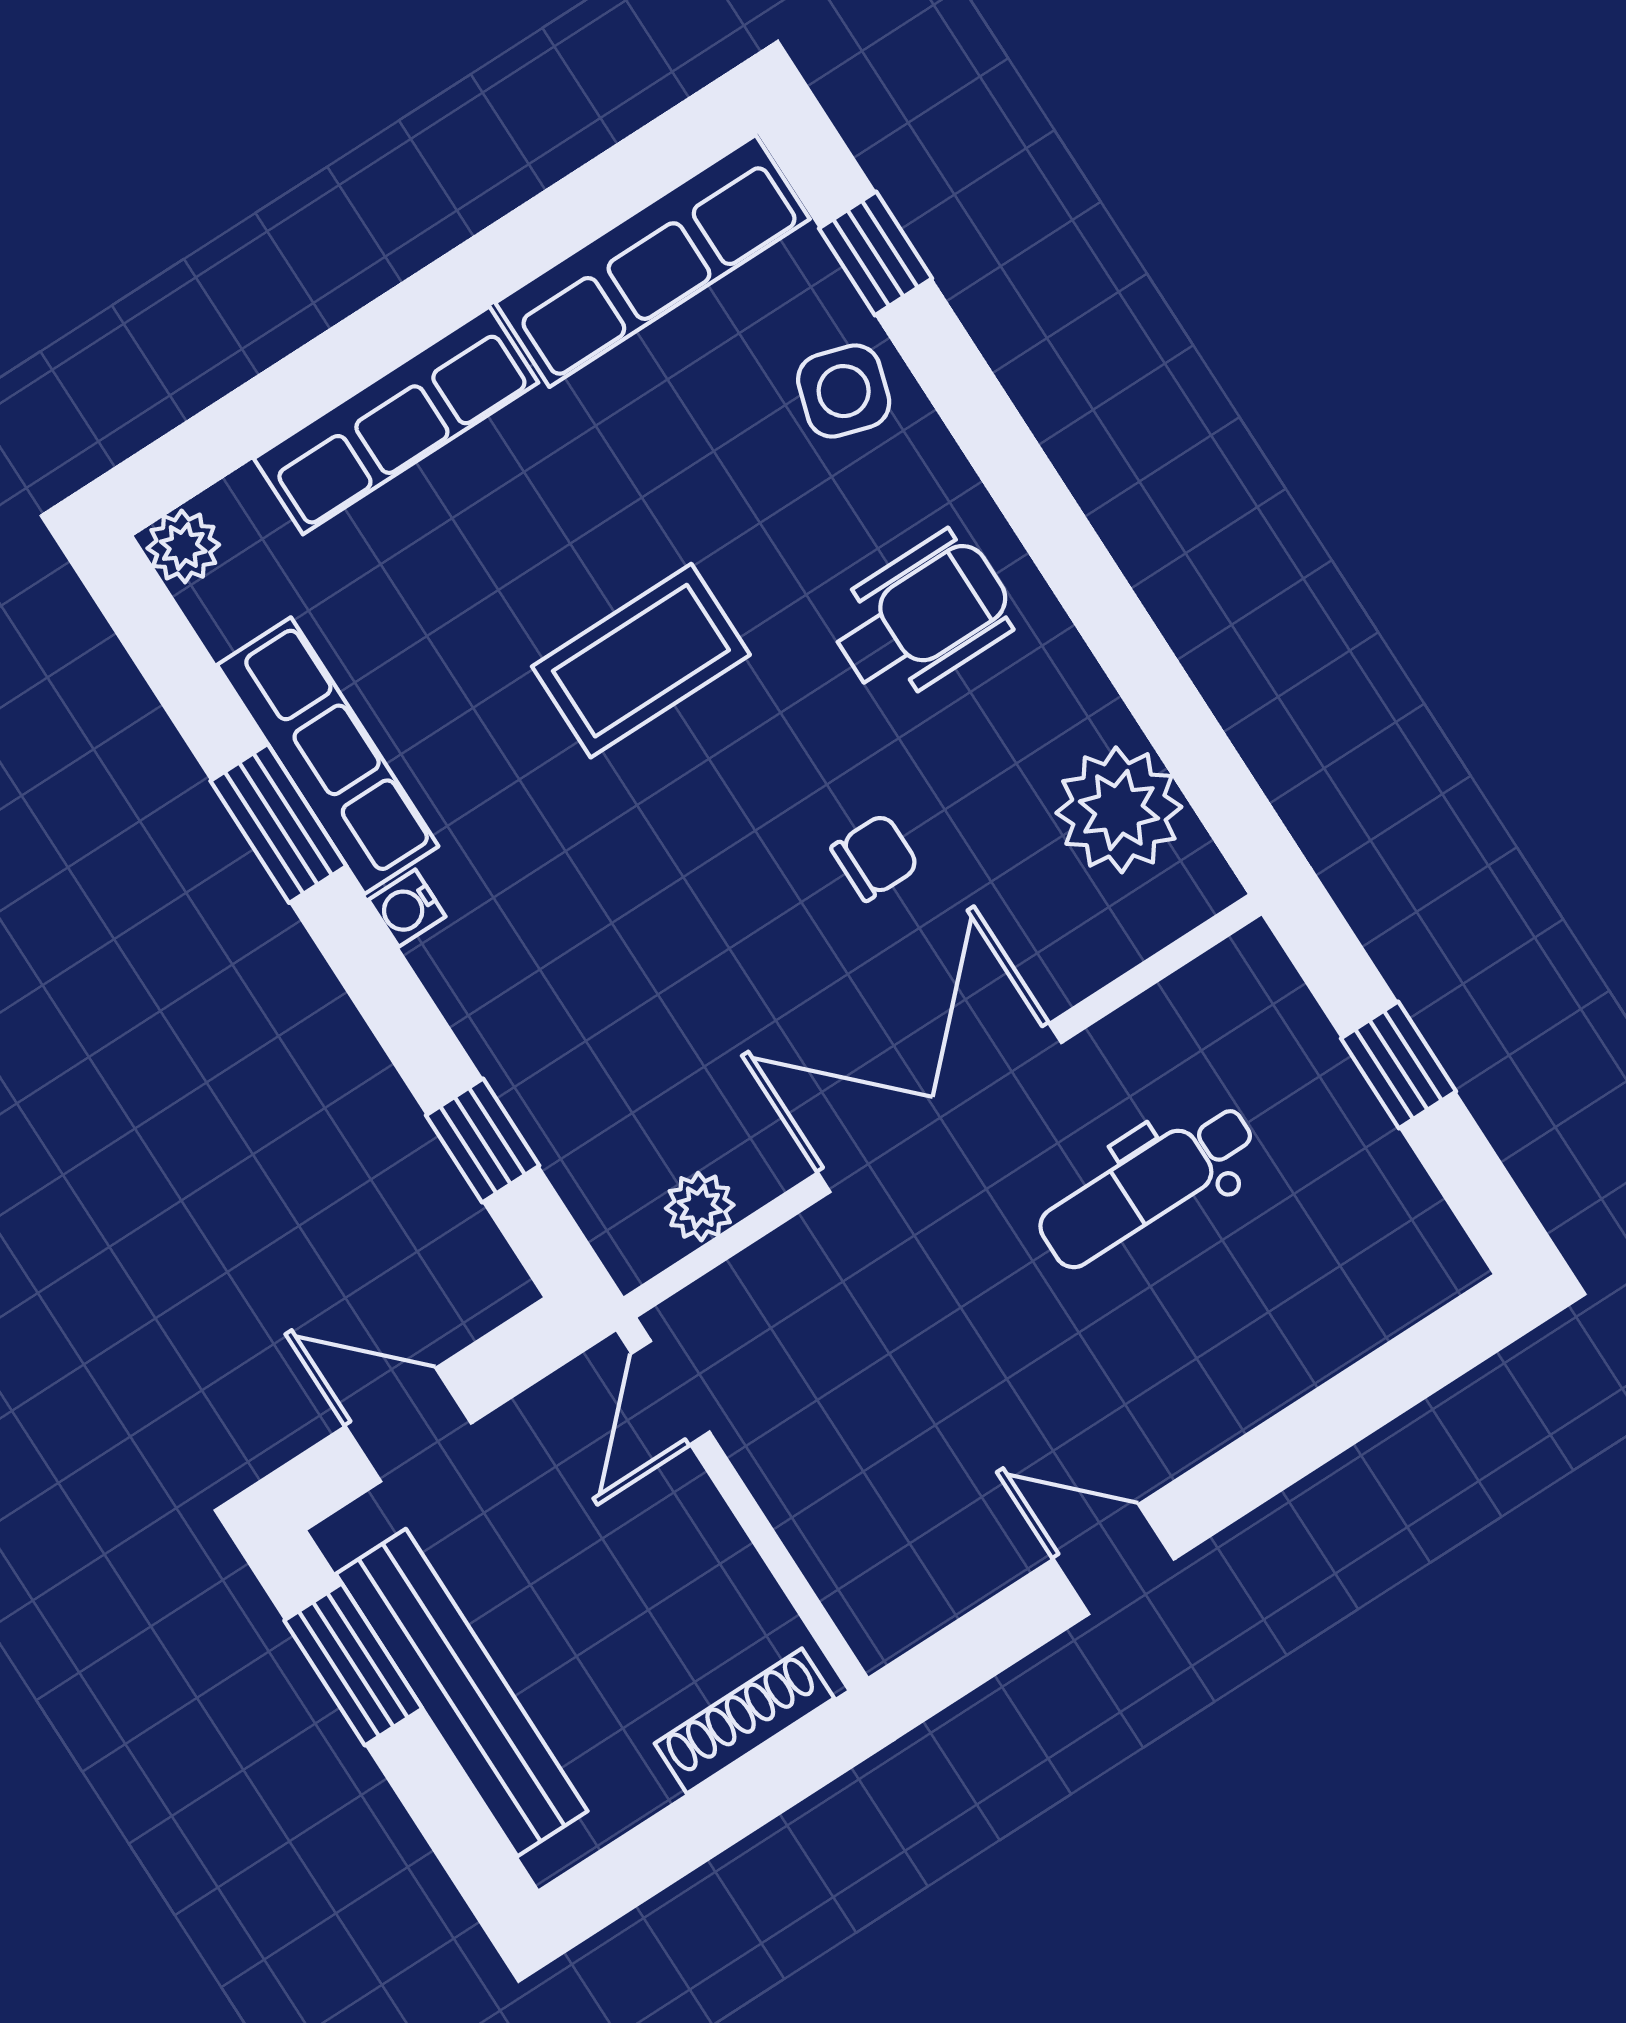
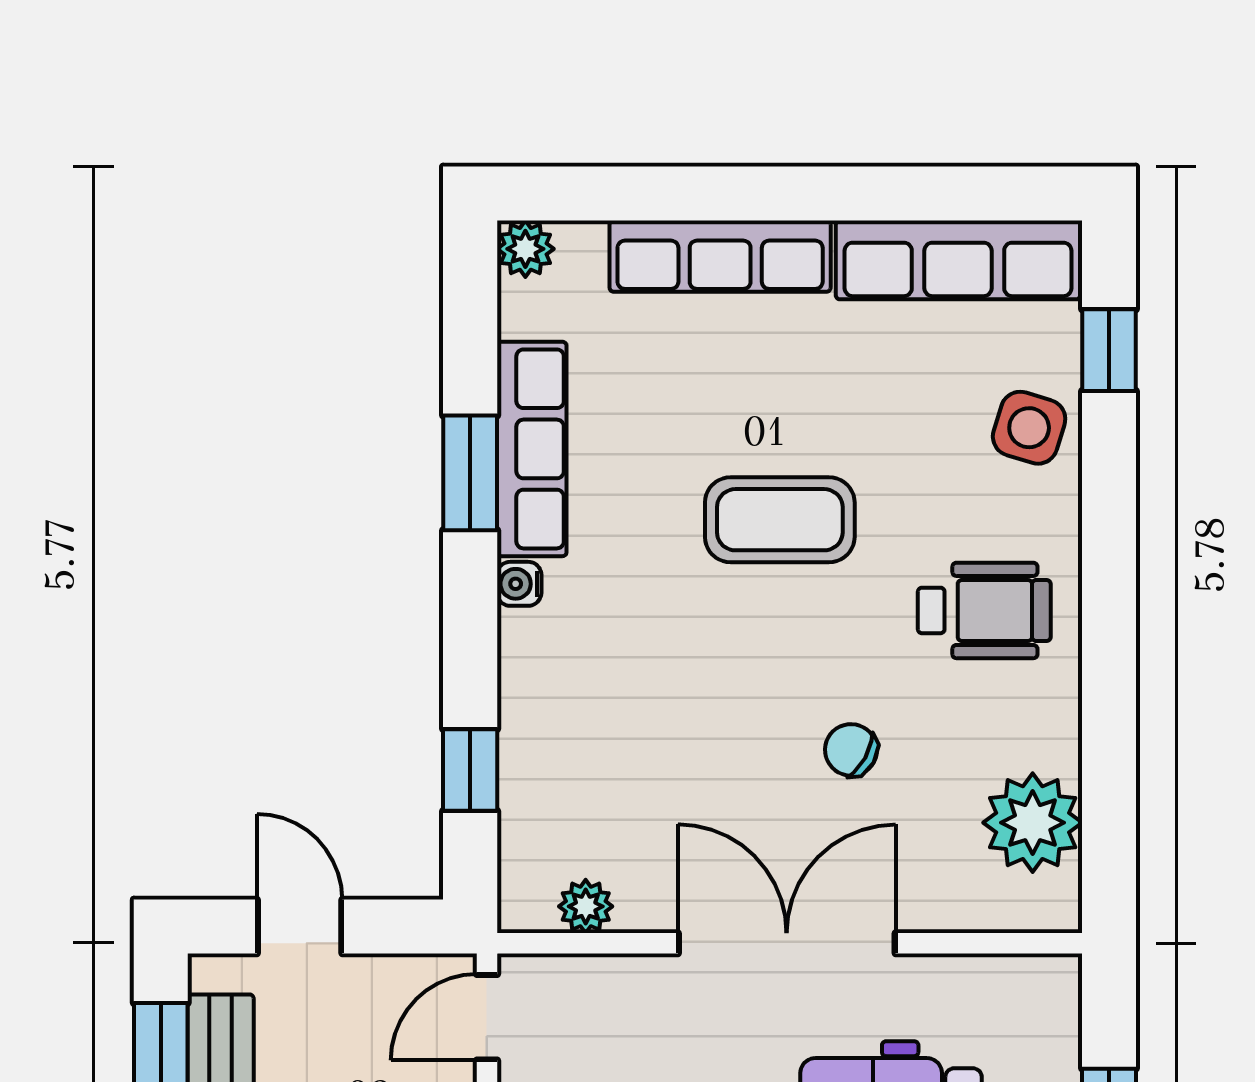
chair: (875, 857) -> (851, 750), turned -151

